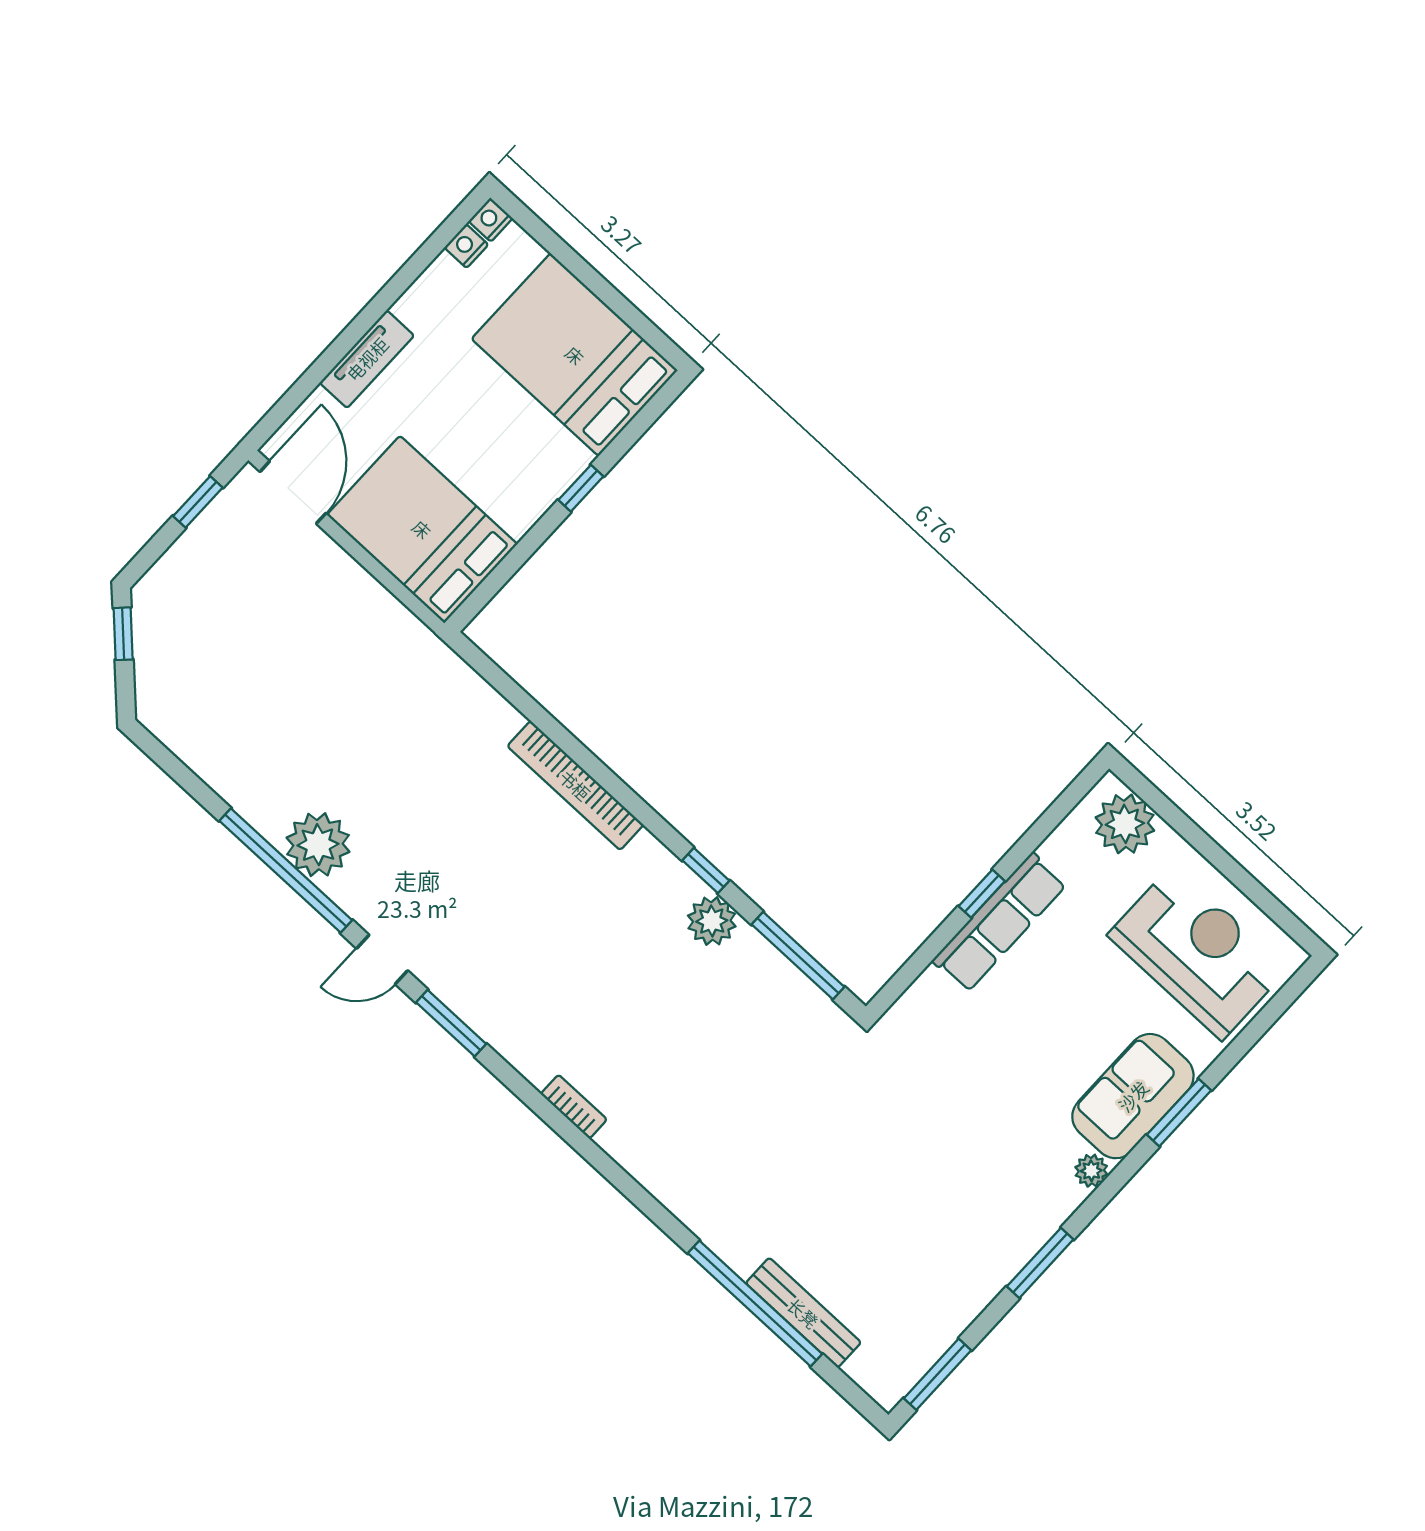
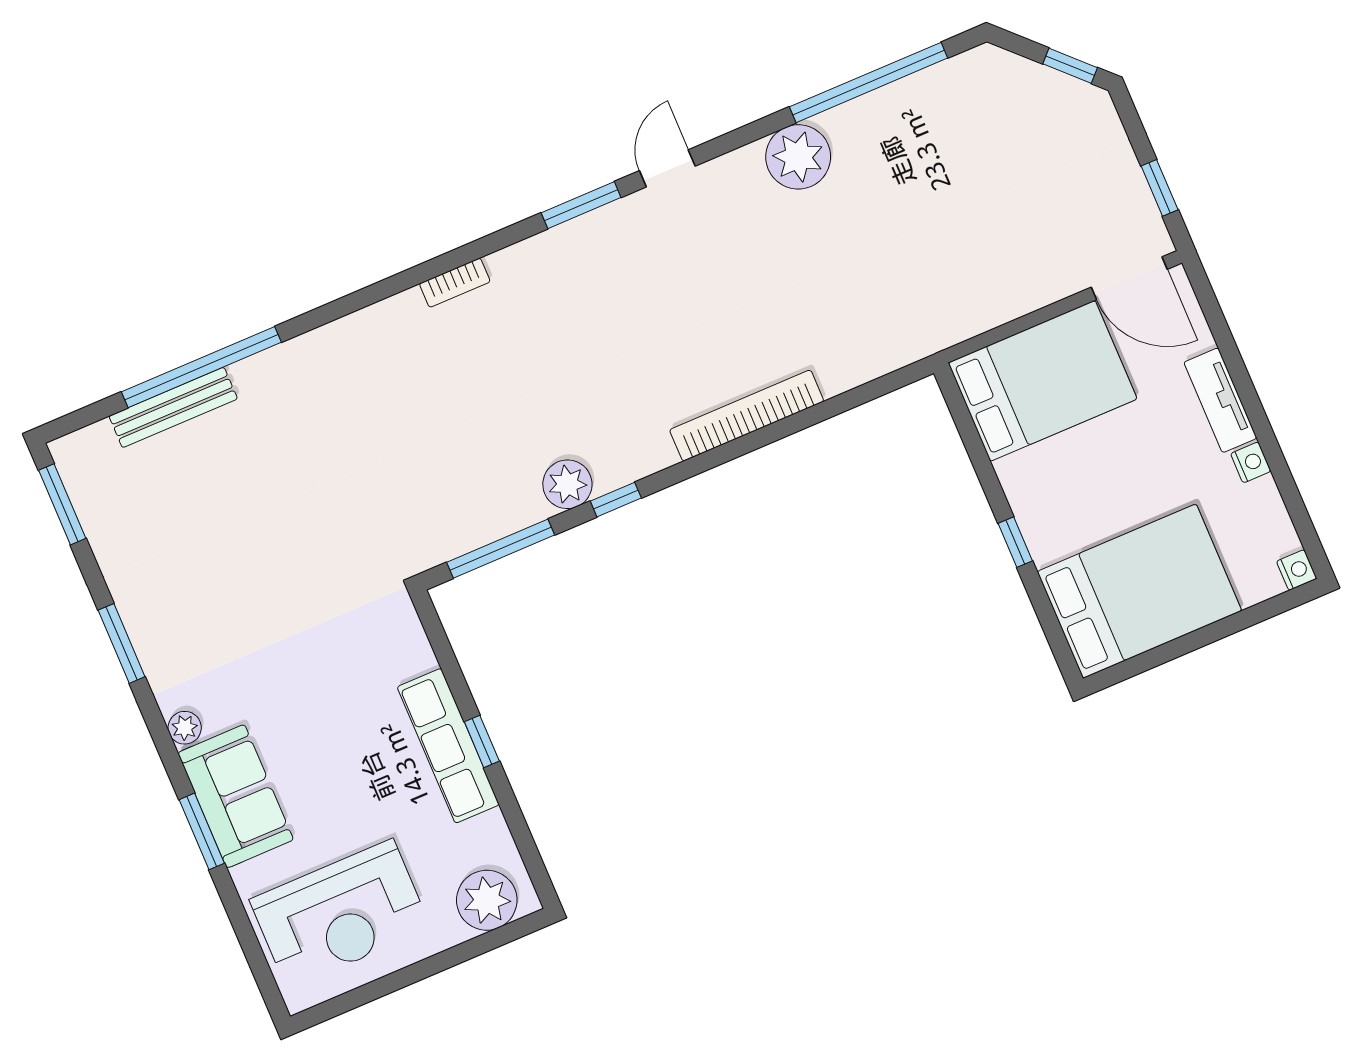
nightstand: (466, 246) -> (1251, 462), moved
window: (286, 871) -> (869, 82), moved

